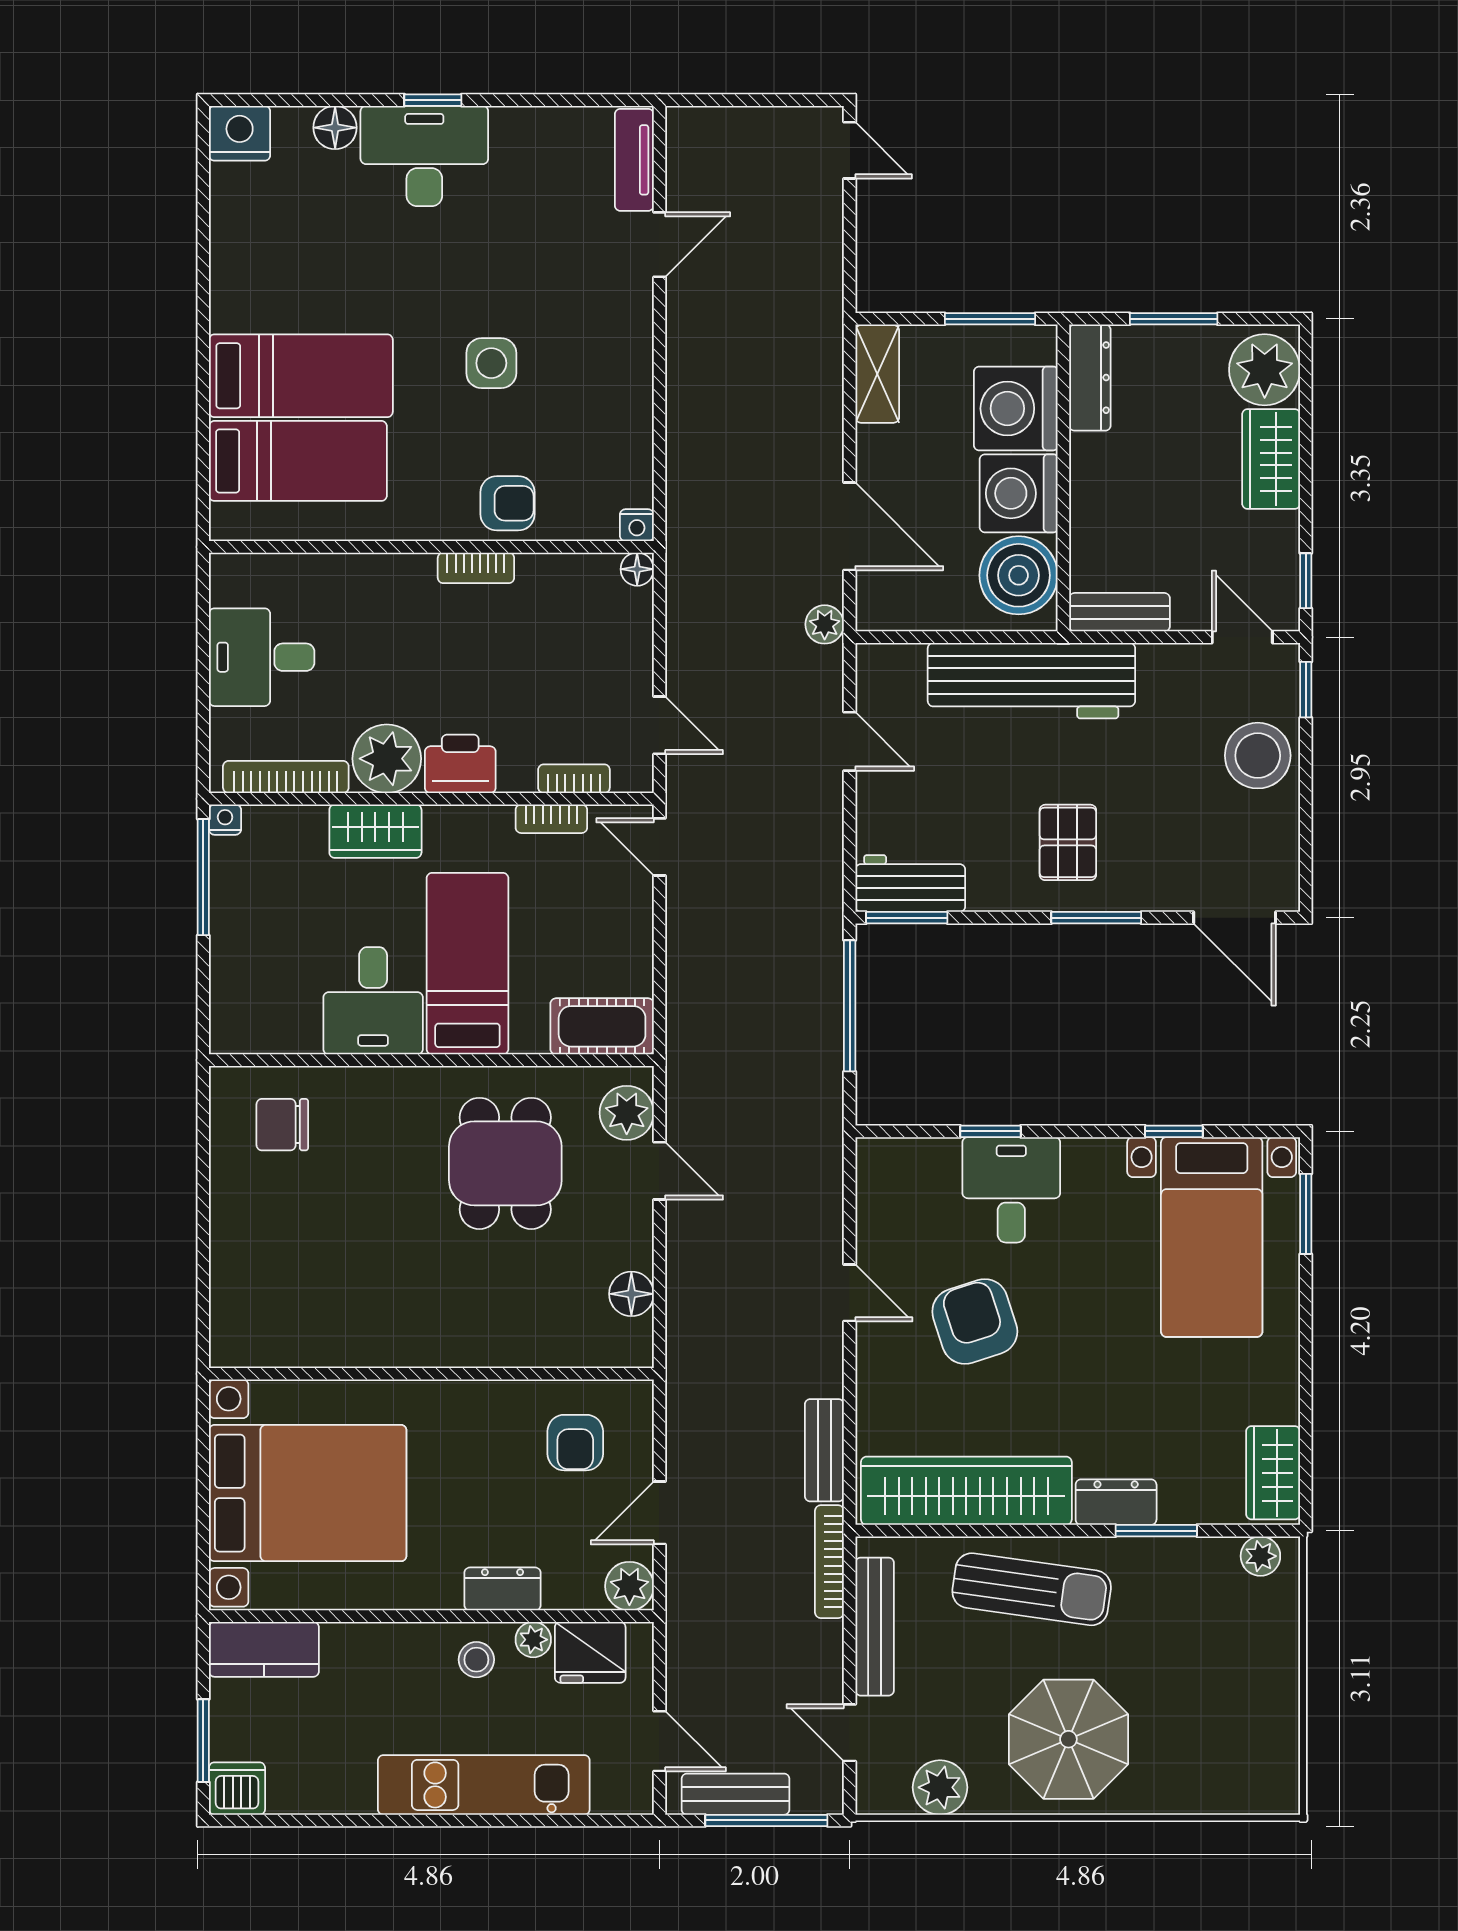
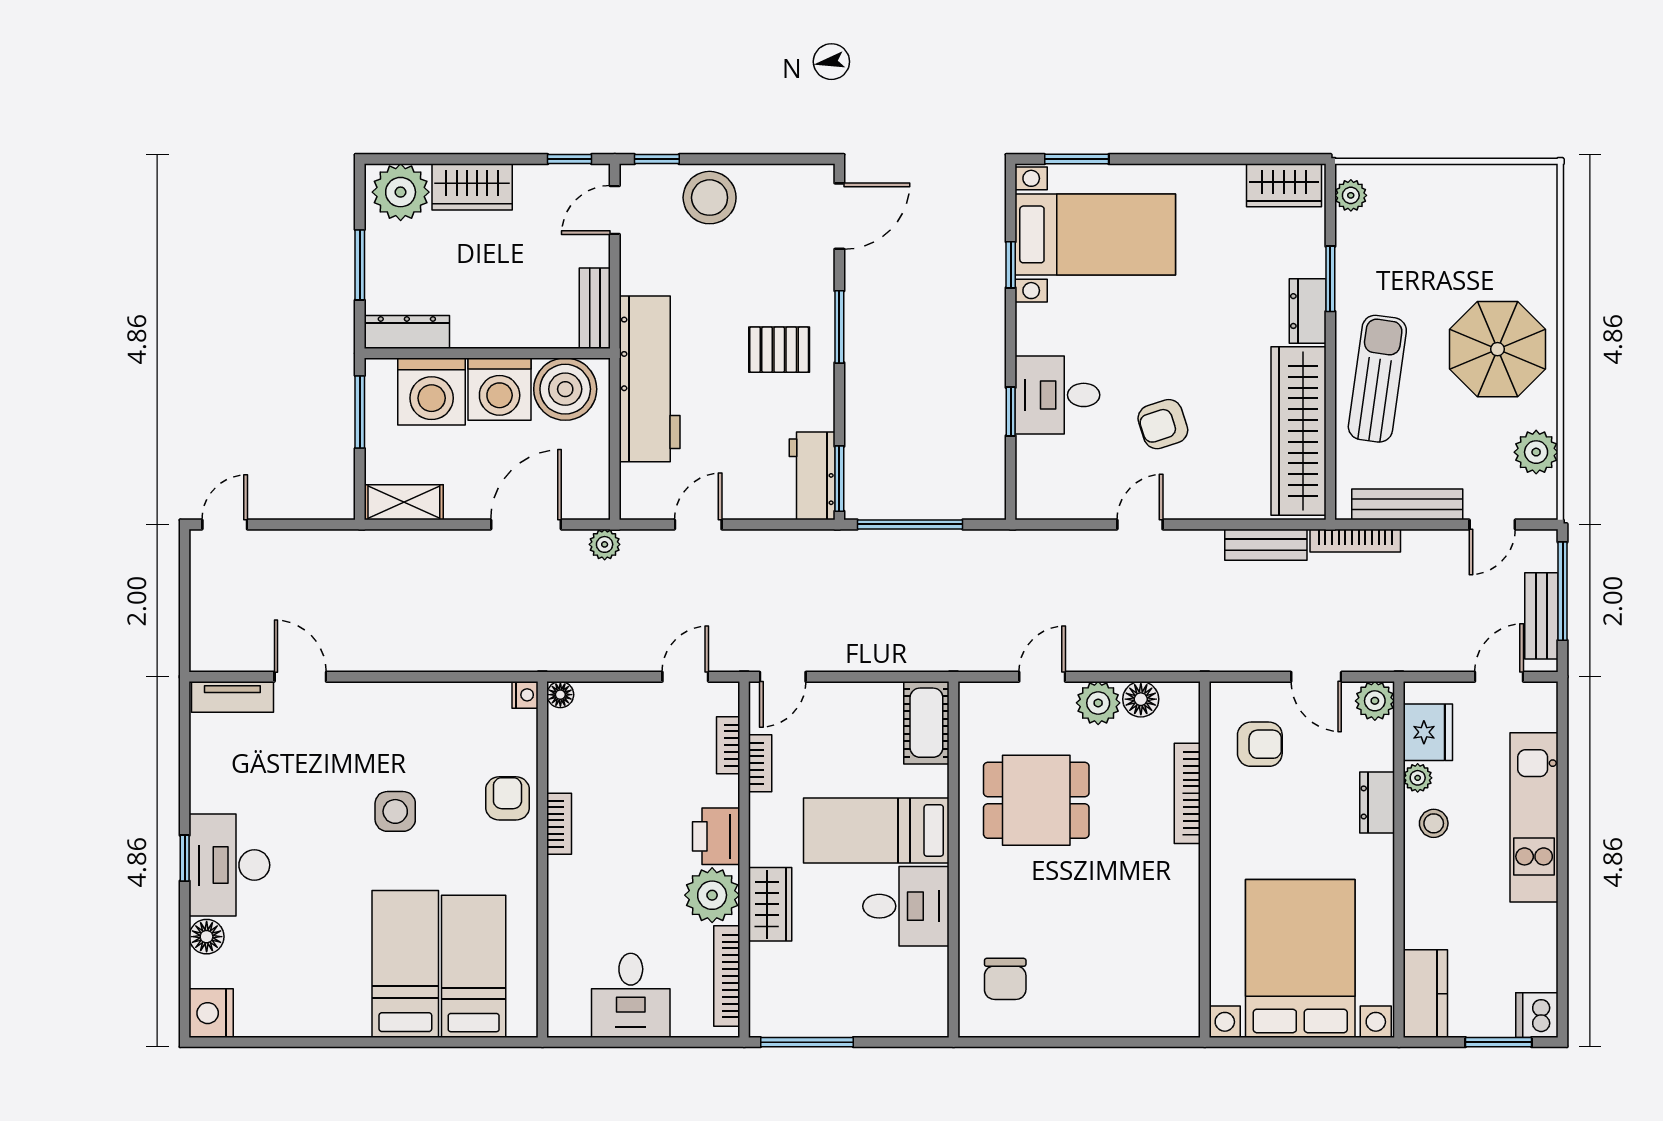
nightstand: (225, 820) -> (761, 1025), removed
plant: (627, 1113) -> (1098, 703), moved
armchair: (975, 1321) -> (1163, 424), width x0.72, depth x0.72
bookcase: (514, 1352) -> (1187, 793), added

